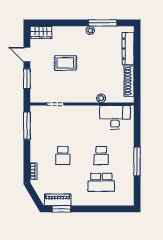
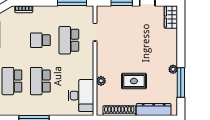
rug: (65, 63) -> (134, 81), moved, turned 90
school desk: (63, 129) -> (69, 40), added
school desk: (101, 155) -> (40, 81), width x1.85

